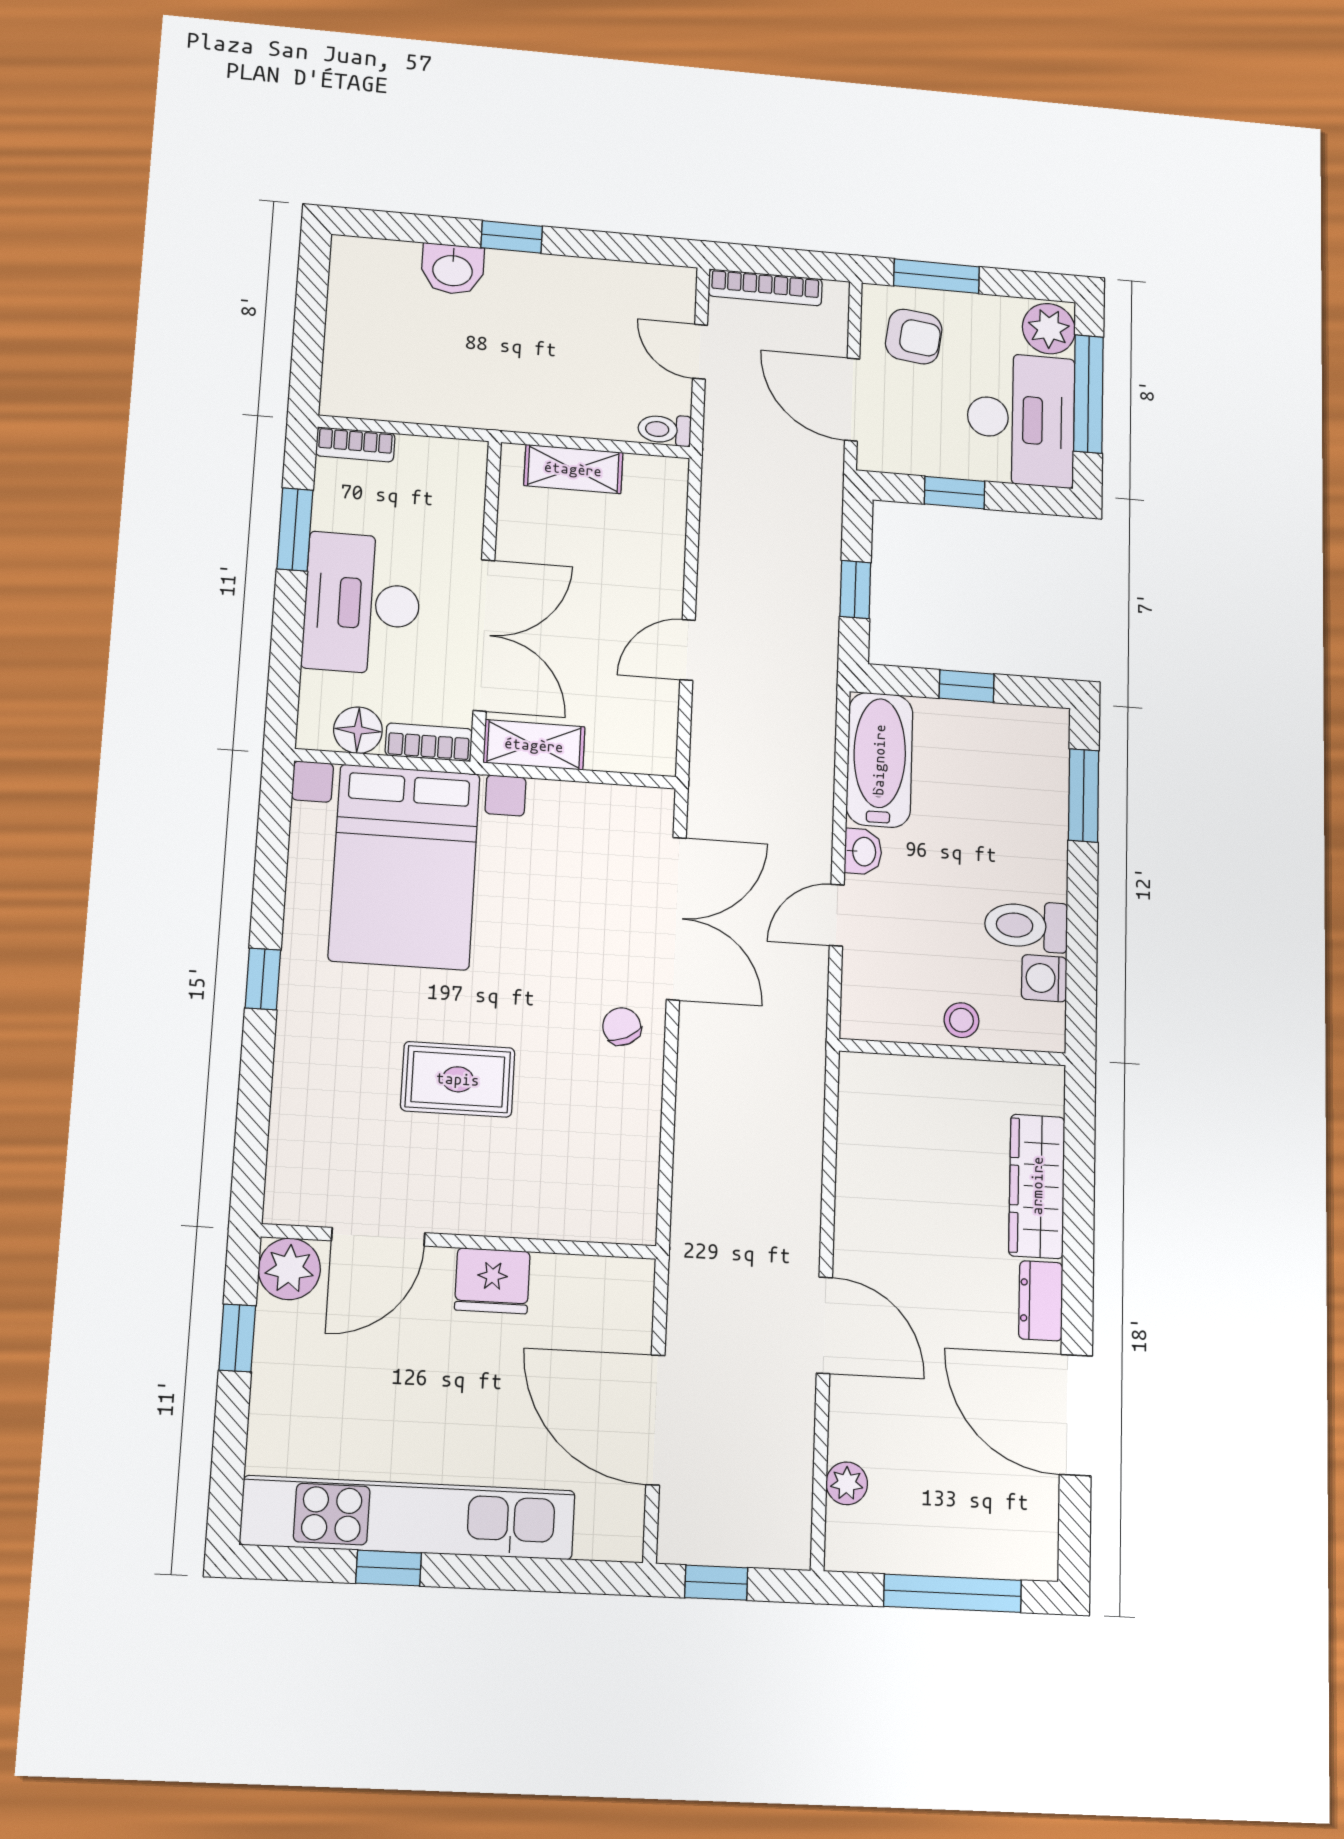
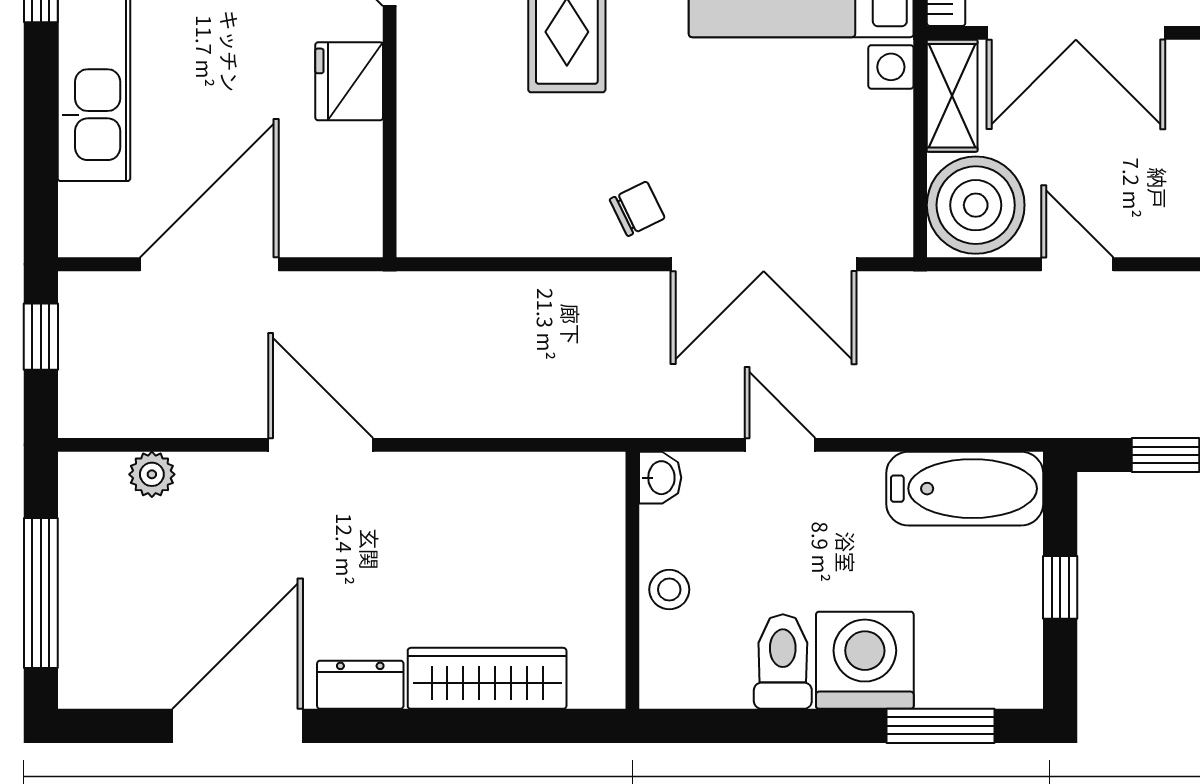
boiler: (632, 732) -> (976, 205), added
washbasin: (863, 852) -> (660, 478), moved, turned -90
washing machine: (1044, 978) -> (865, 660), moved, width x1.89, depth x1.89
door: (824, 1325) -> (321, 445), swing flipped

